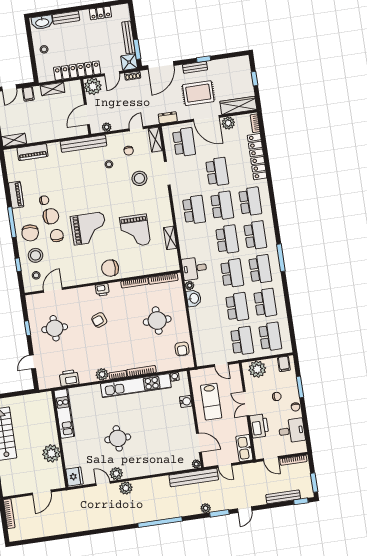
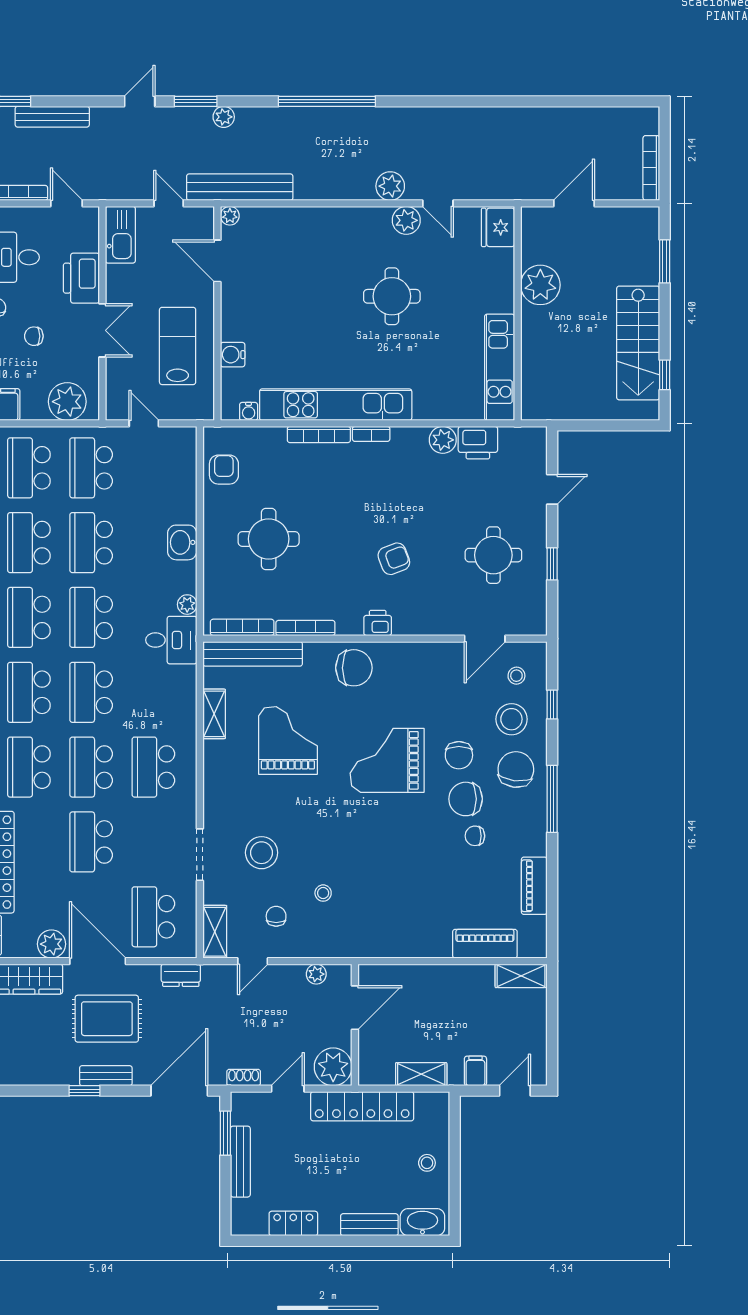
shower: (129, 62) -> (247, 1108), removed
bench: (83, 144) -> (253, 654), moved
piano: (16, 195) -> (534, 886), moved
washbasin: (194, 298) -> (182, 542), moved
plant: (102, 374) -> (443, 440), moved

